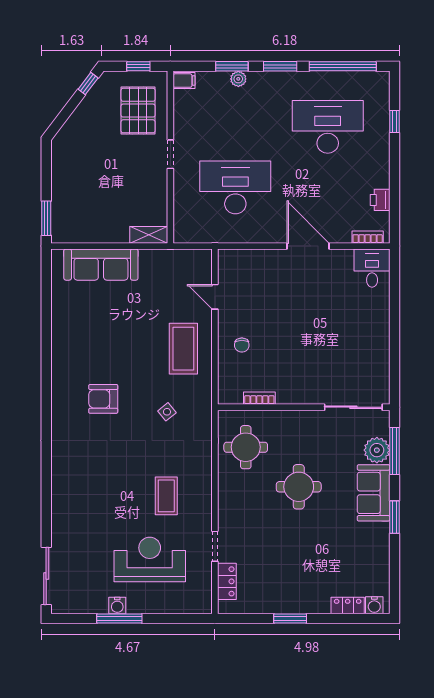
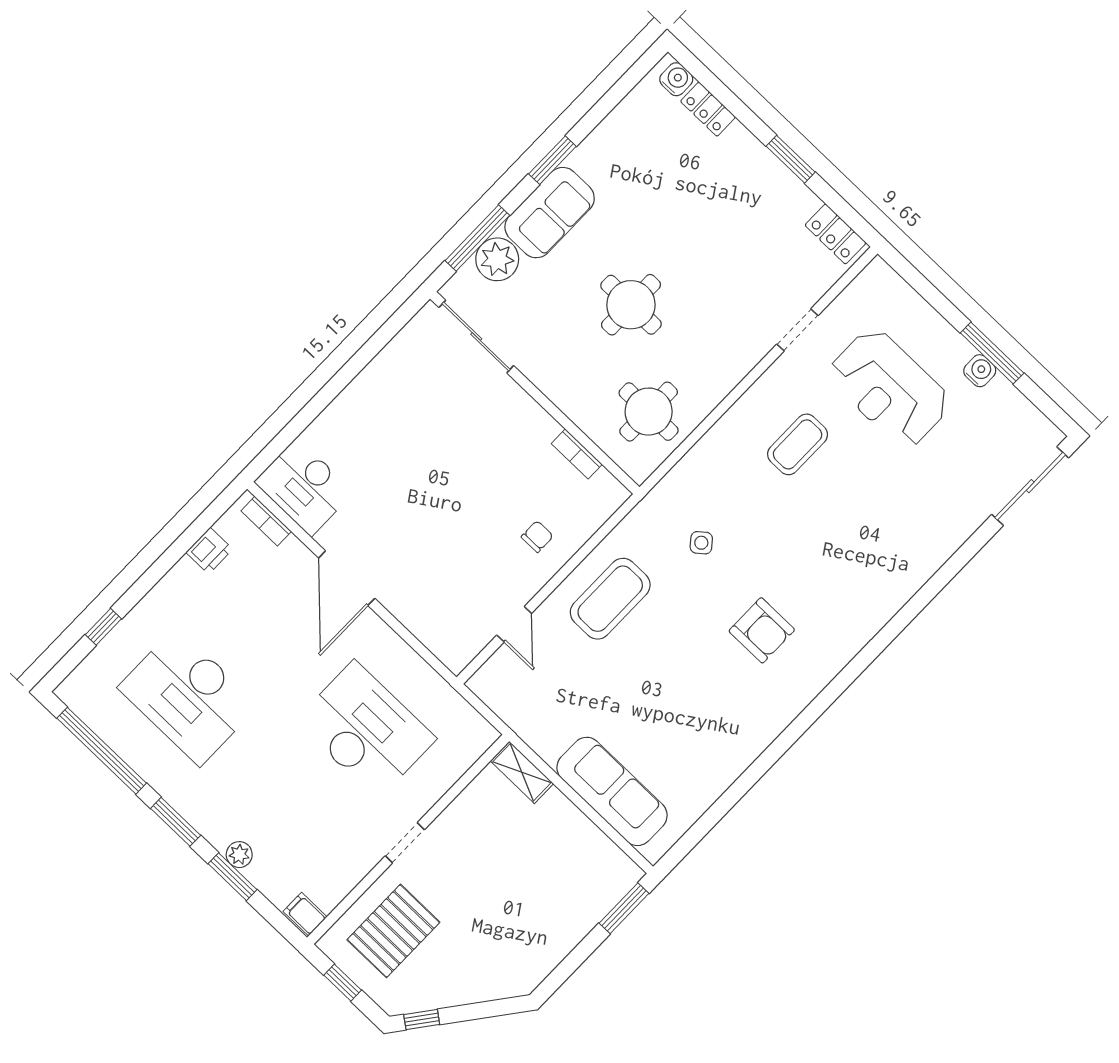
desk: (235, 187) -> (366, 730), turned 180
desk: (372, 268) -> (304, 487), width x1.37
locker: (227, 581) -> (835, 234), moved, turned -90

